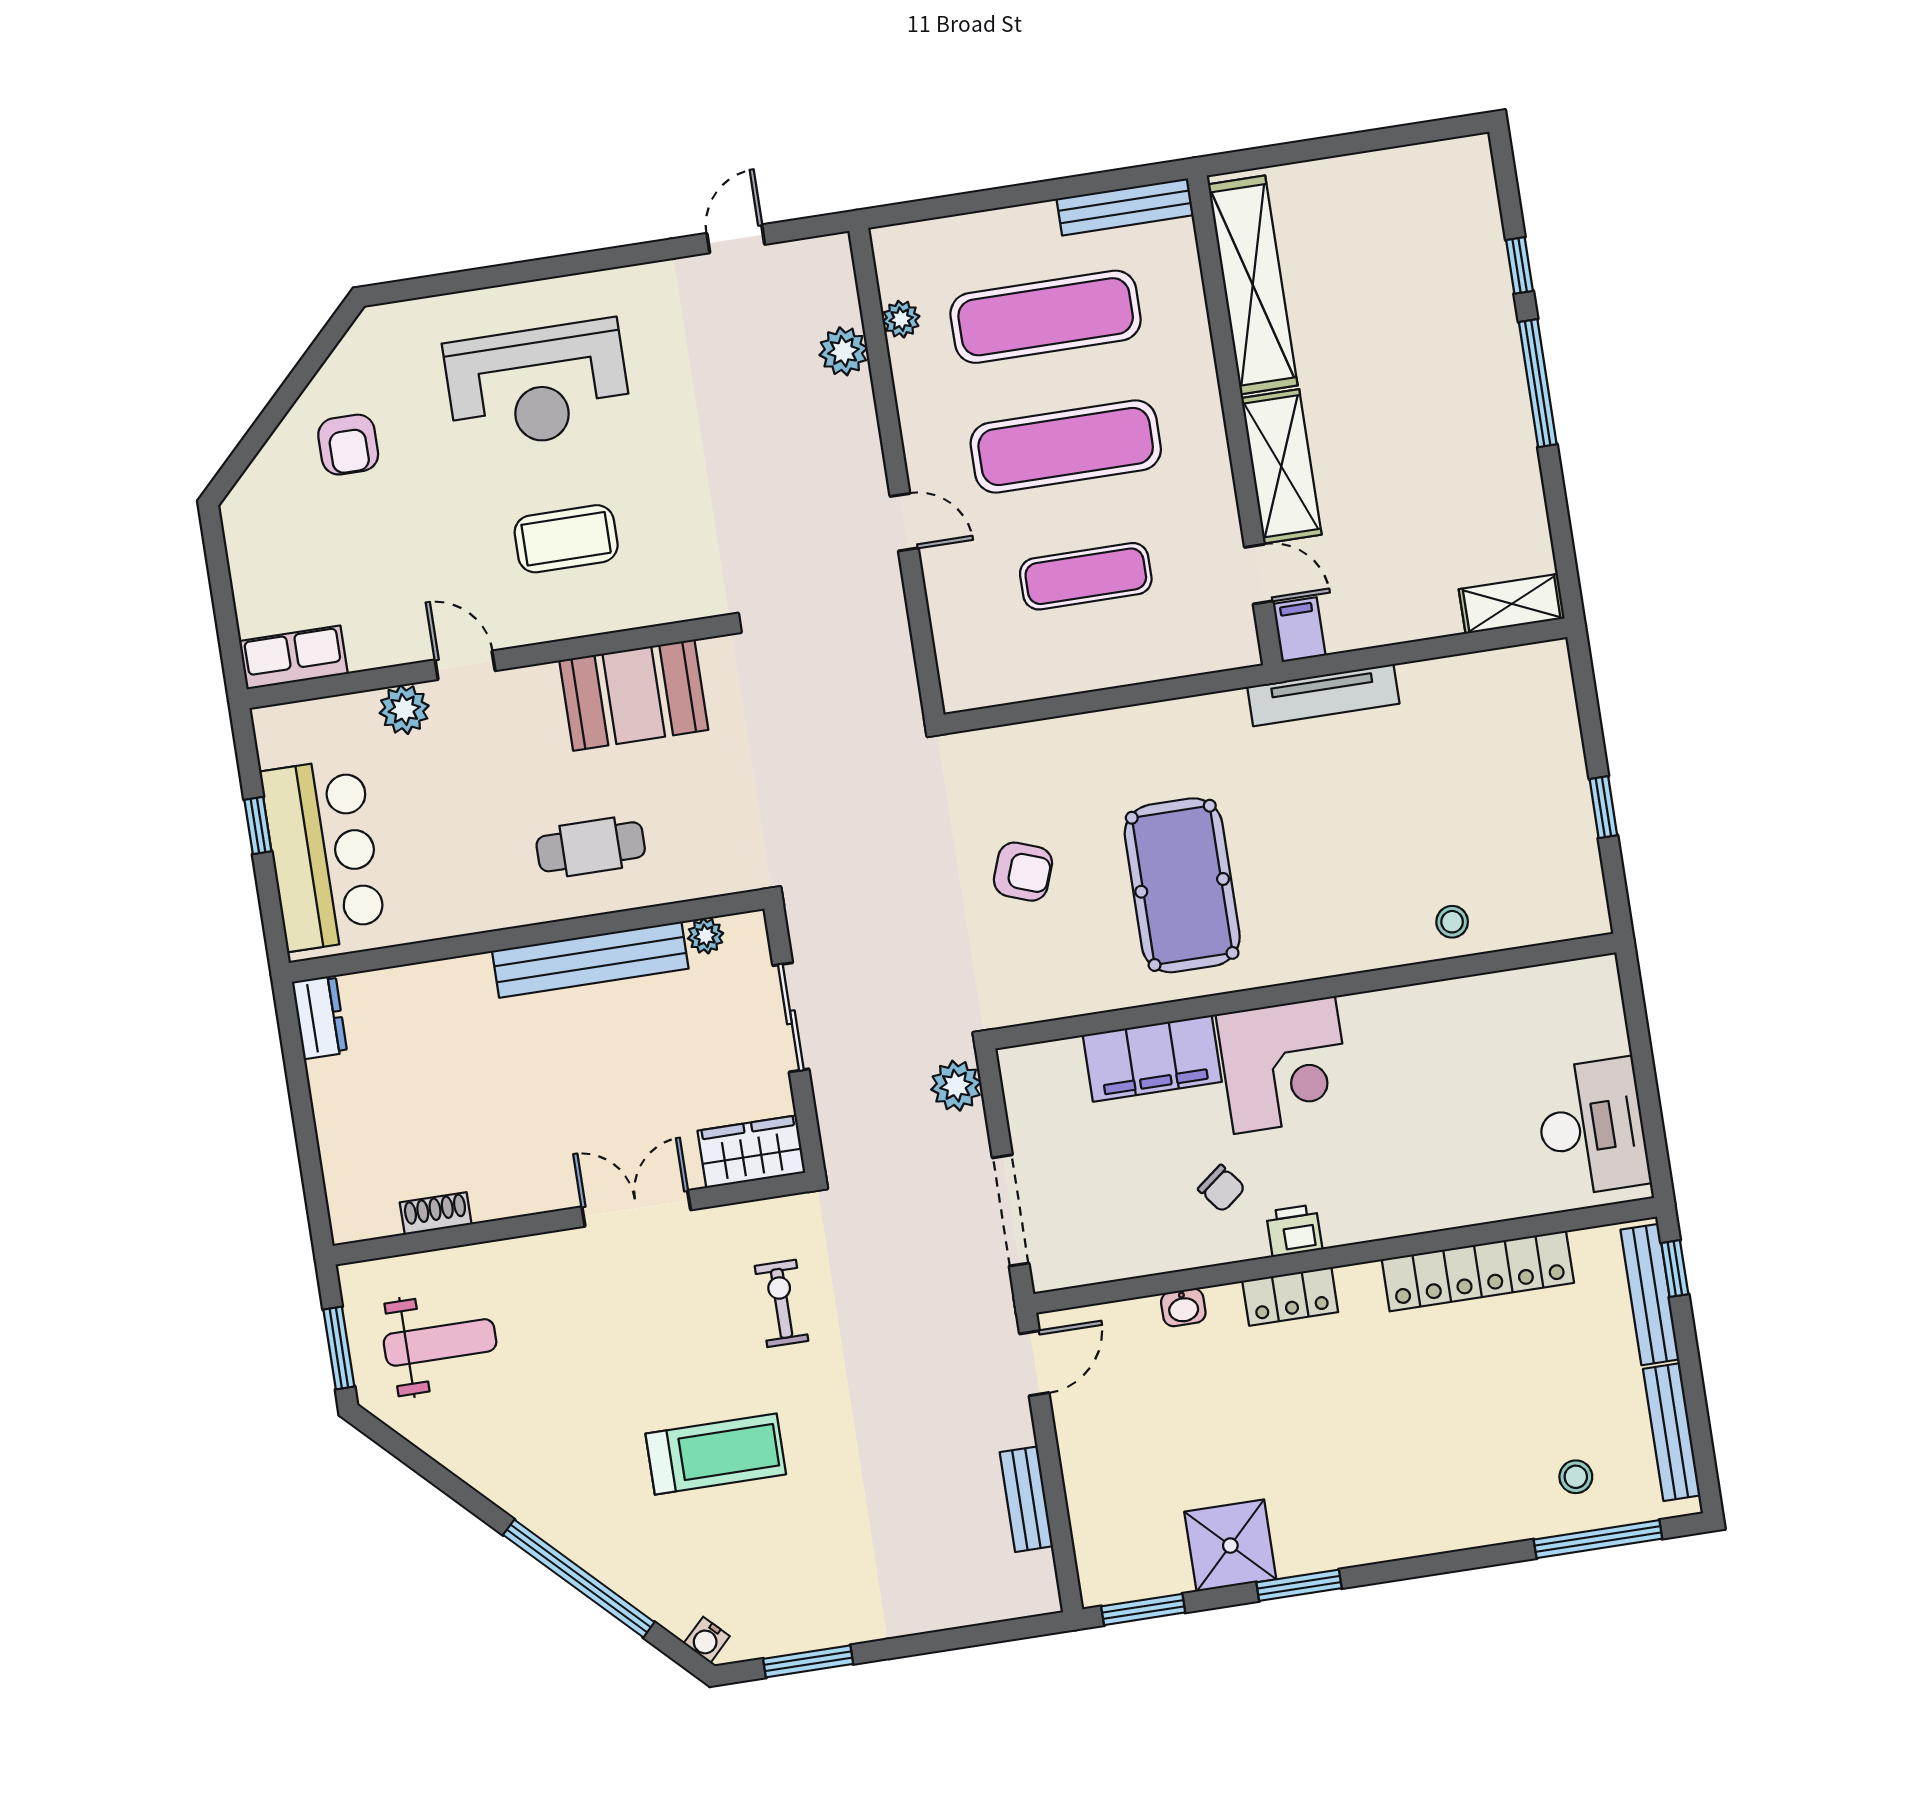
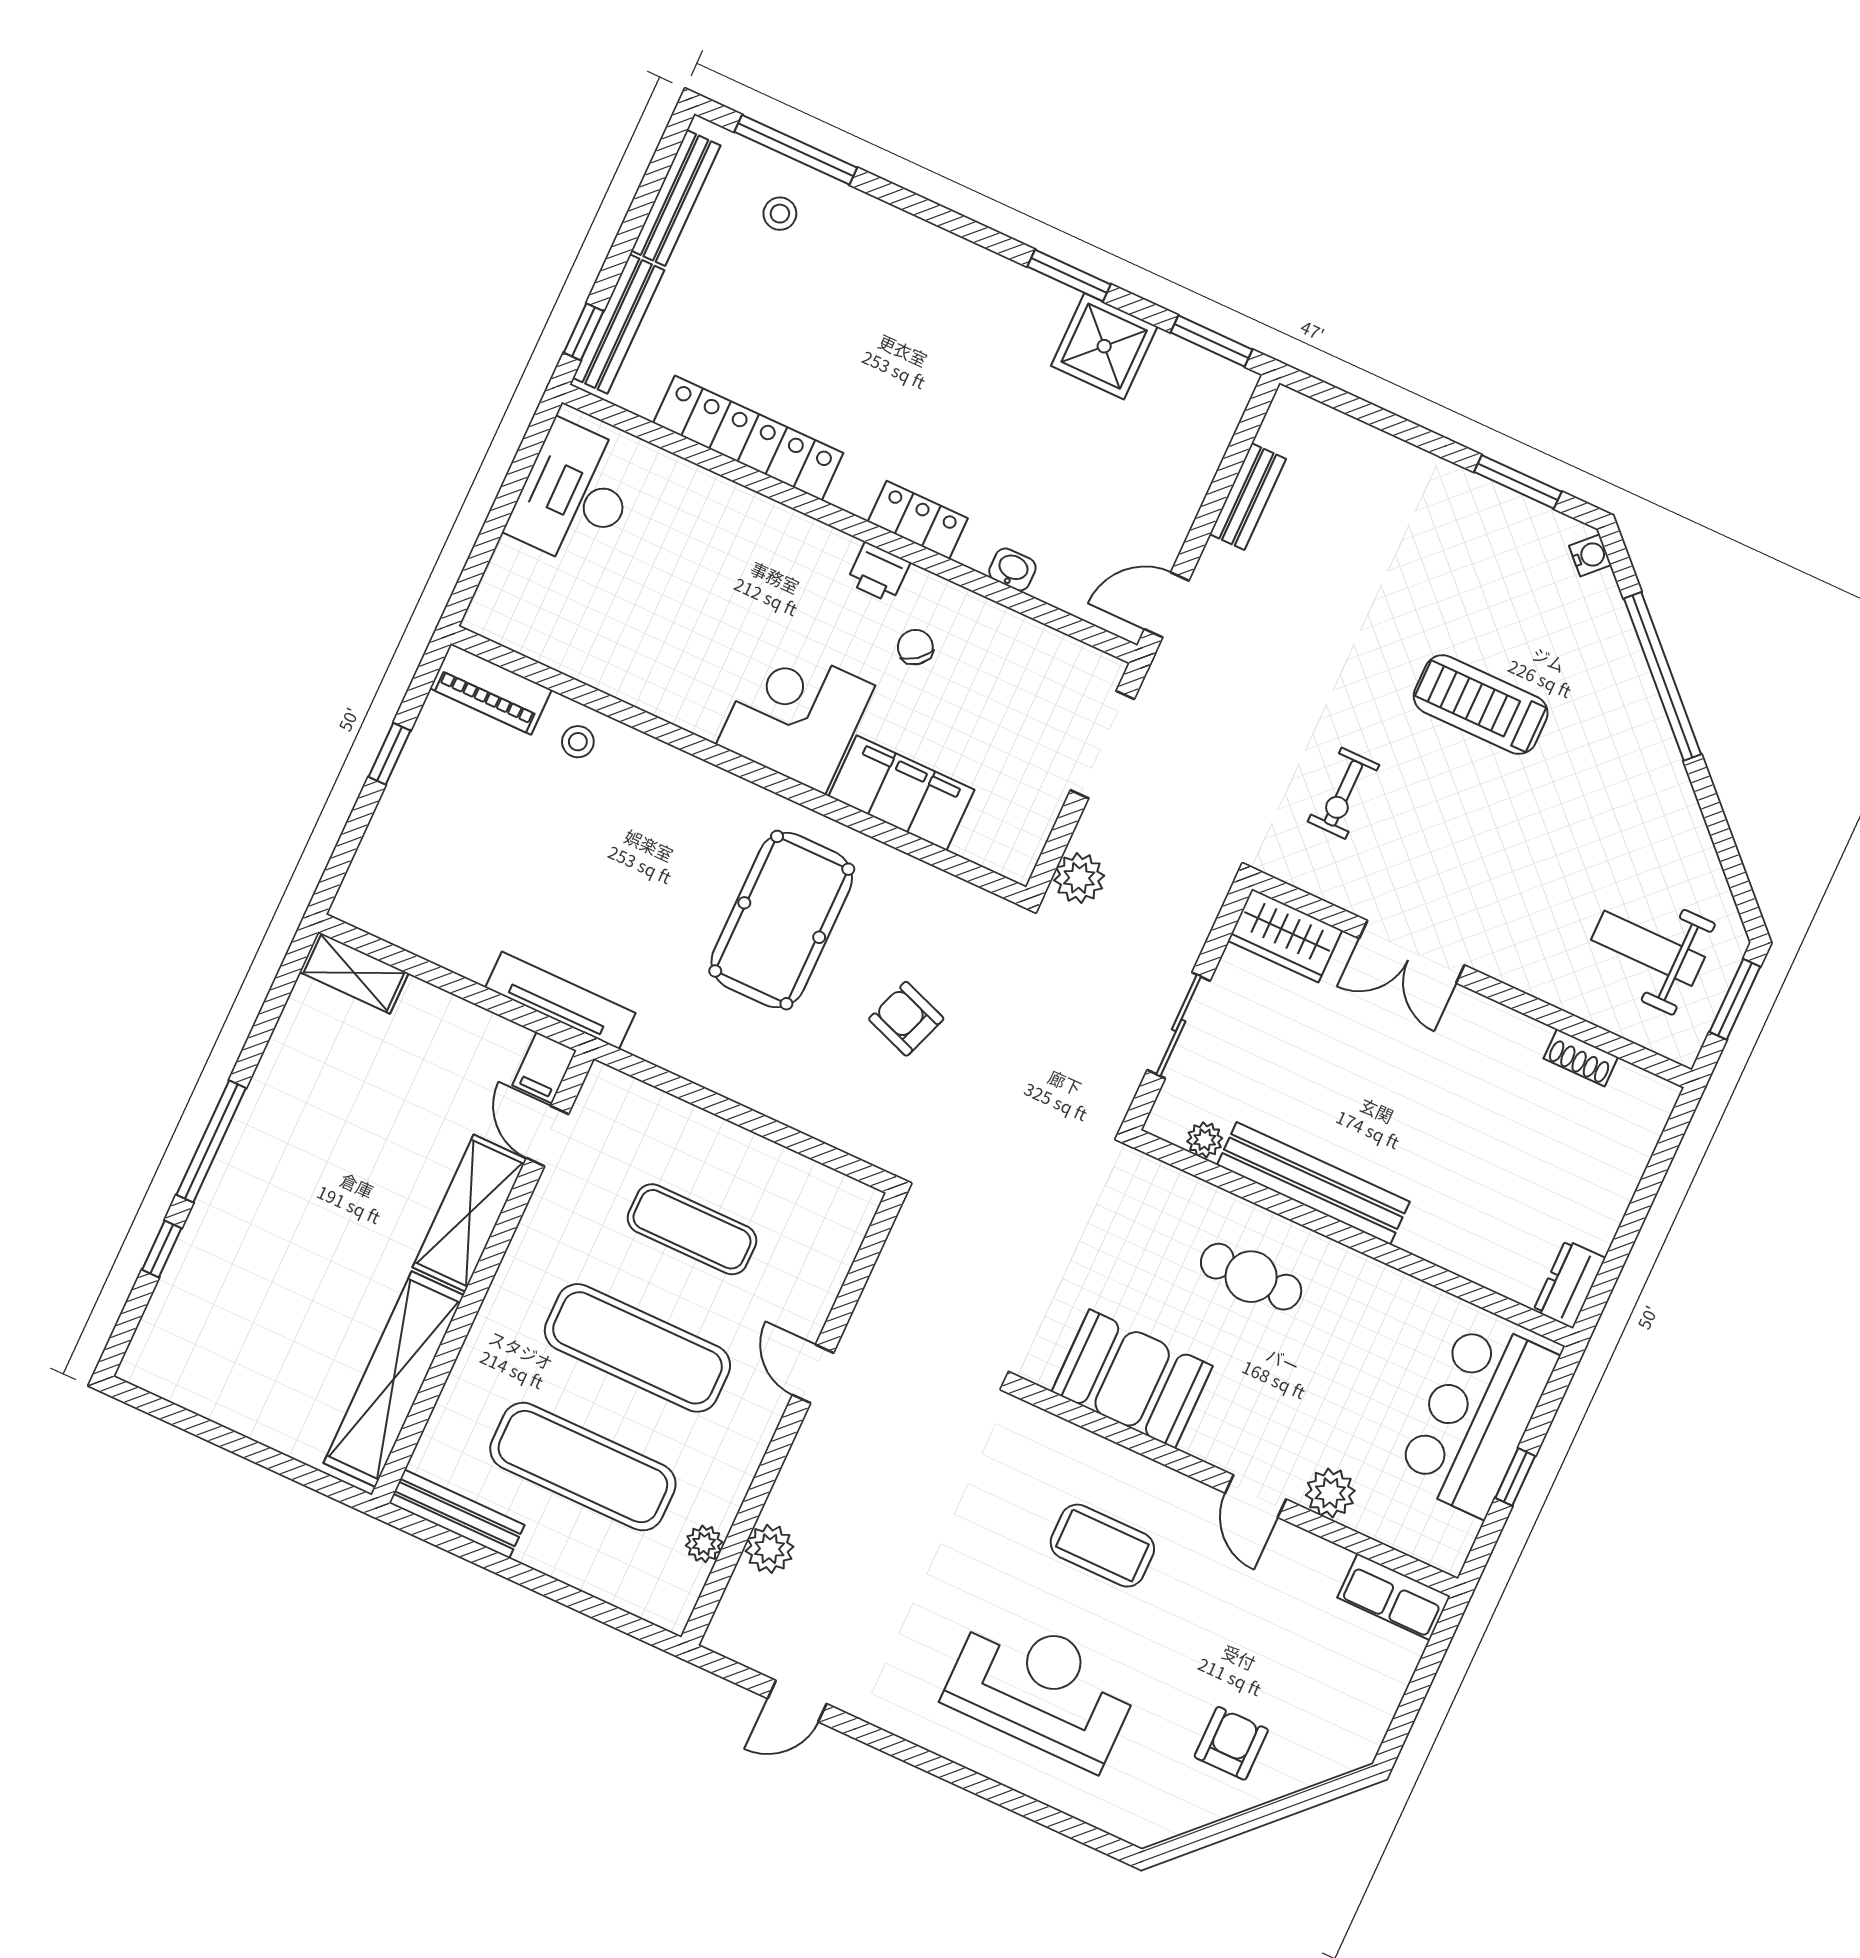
piano: (1554, 918) -> (491, 689), added

